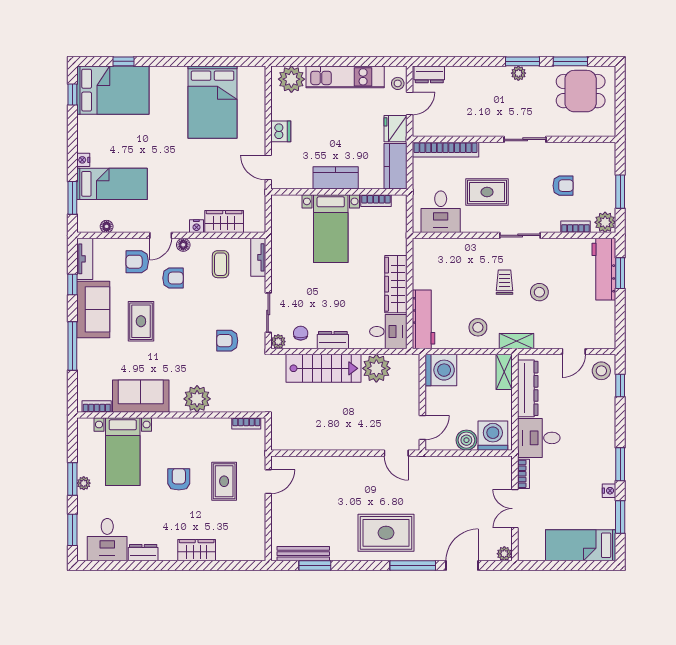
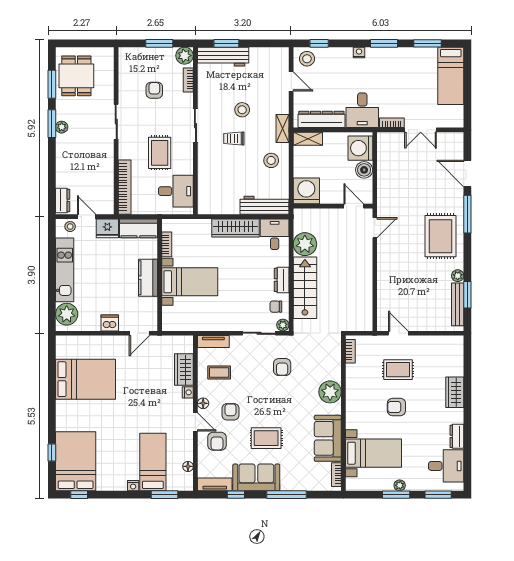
nightstand: (609, 491) -> (359, 52), moved
plant: (504, 554) -> (458, 276), moved

